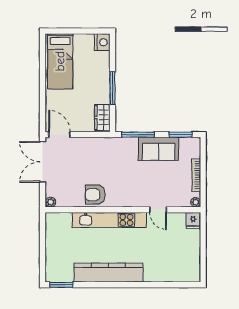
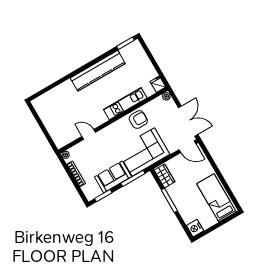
corner sofa: (110, 157) -> (143, 152), added
kitchen unit: (109, 220) -> (125, 104), width x0.73
fridge: (193, 220) -> (158, 84), moved

